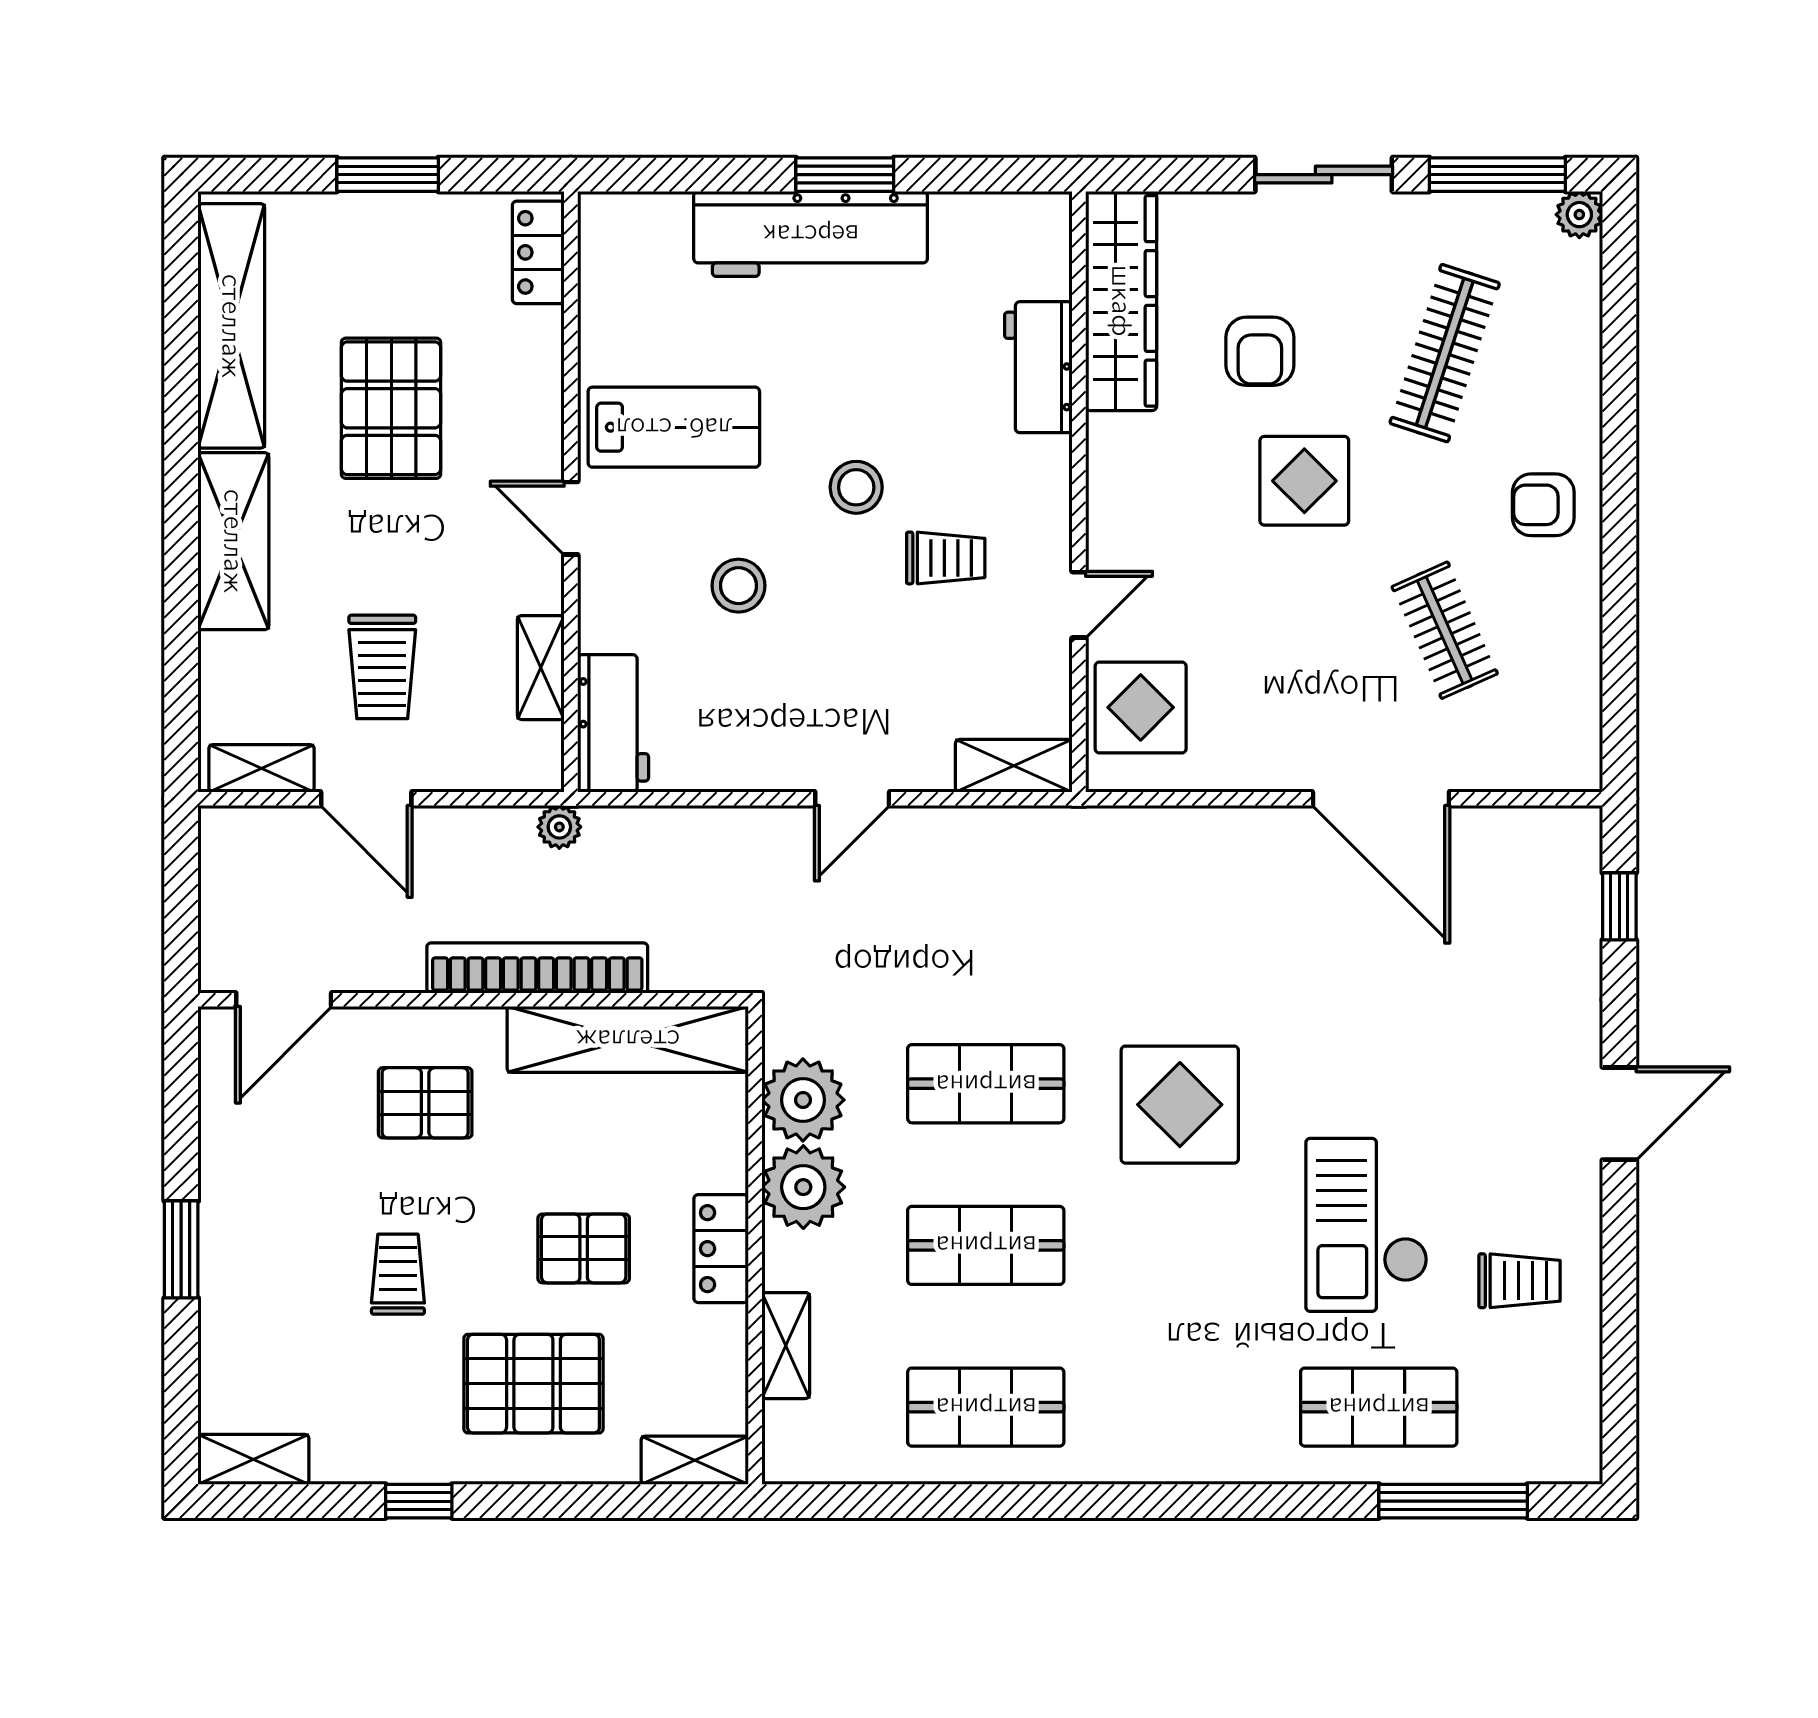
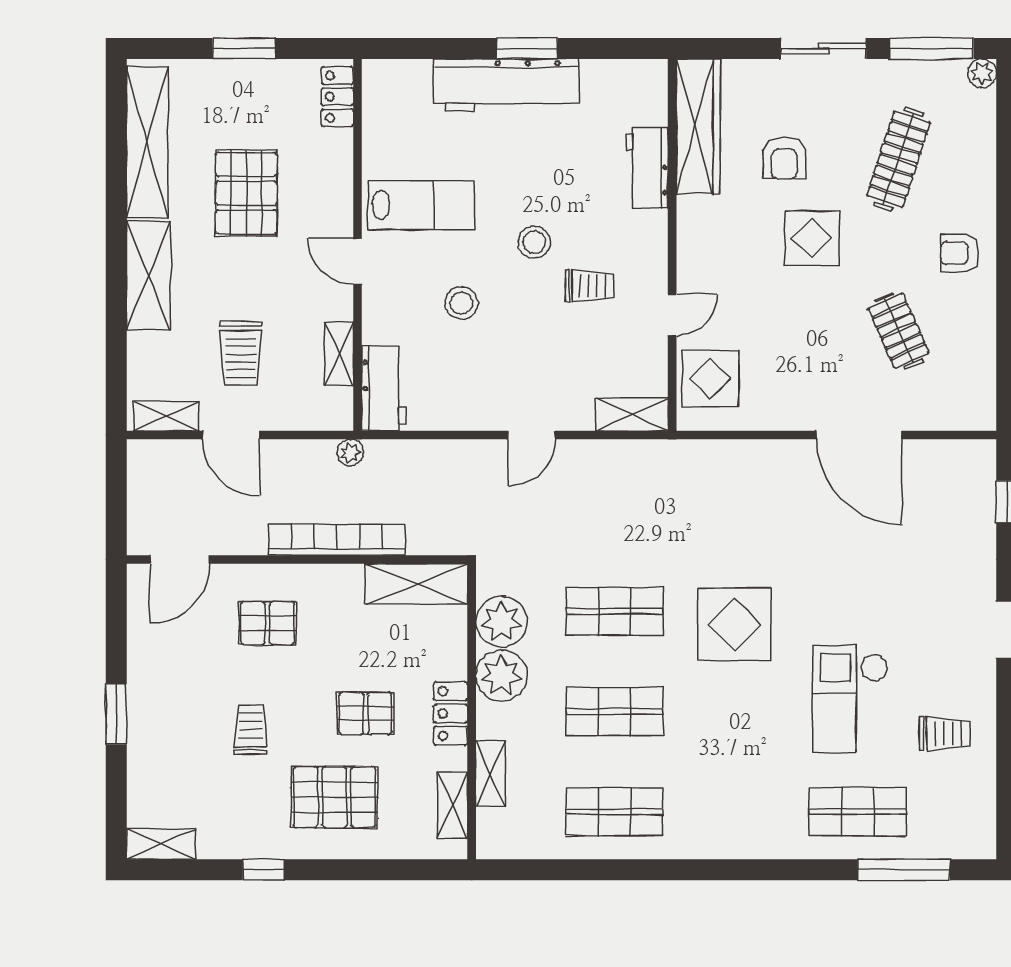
shelving: (628, 1039) -> (417, 584), width x0.68
shelving: (695, 1460) -> (453, 805), moved, turned 90

